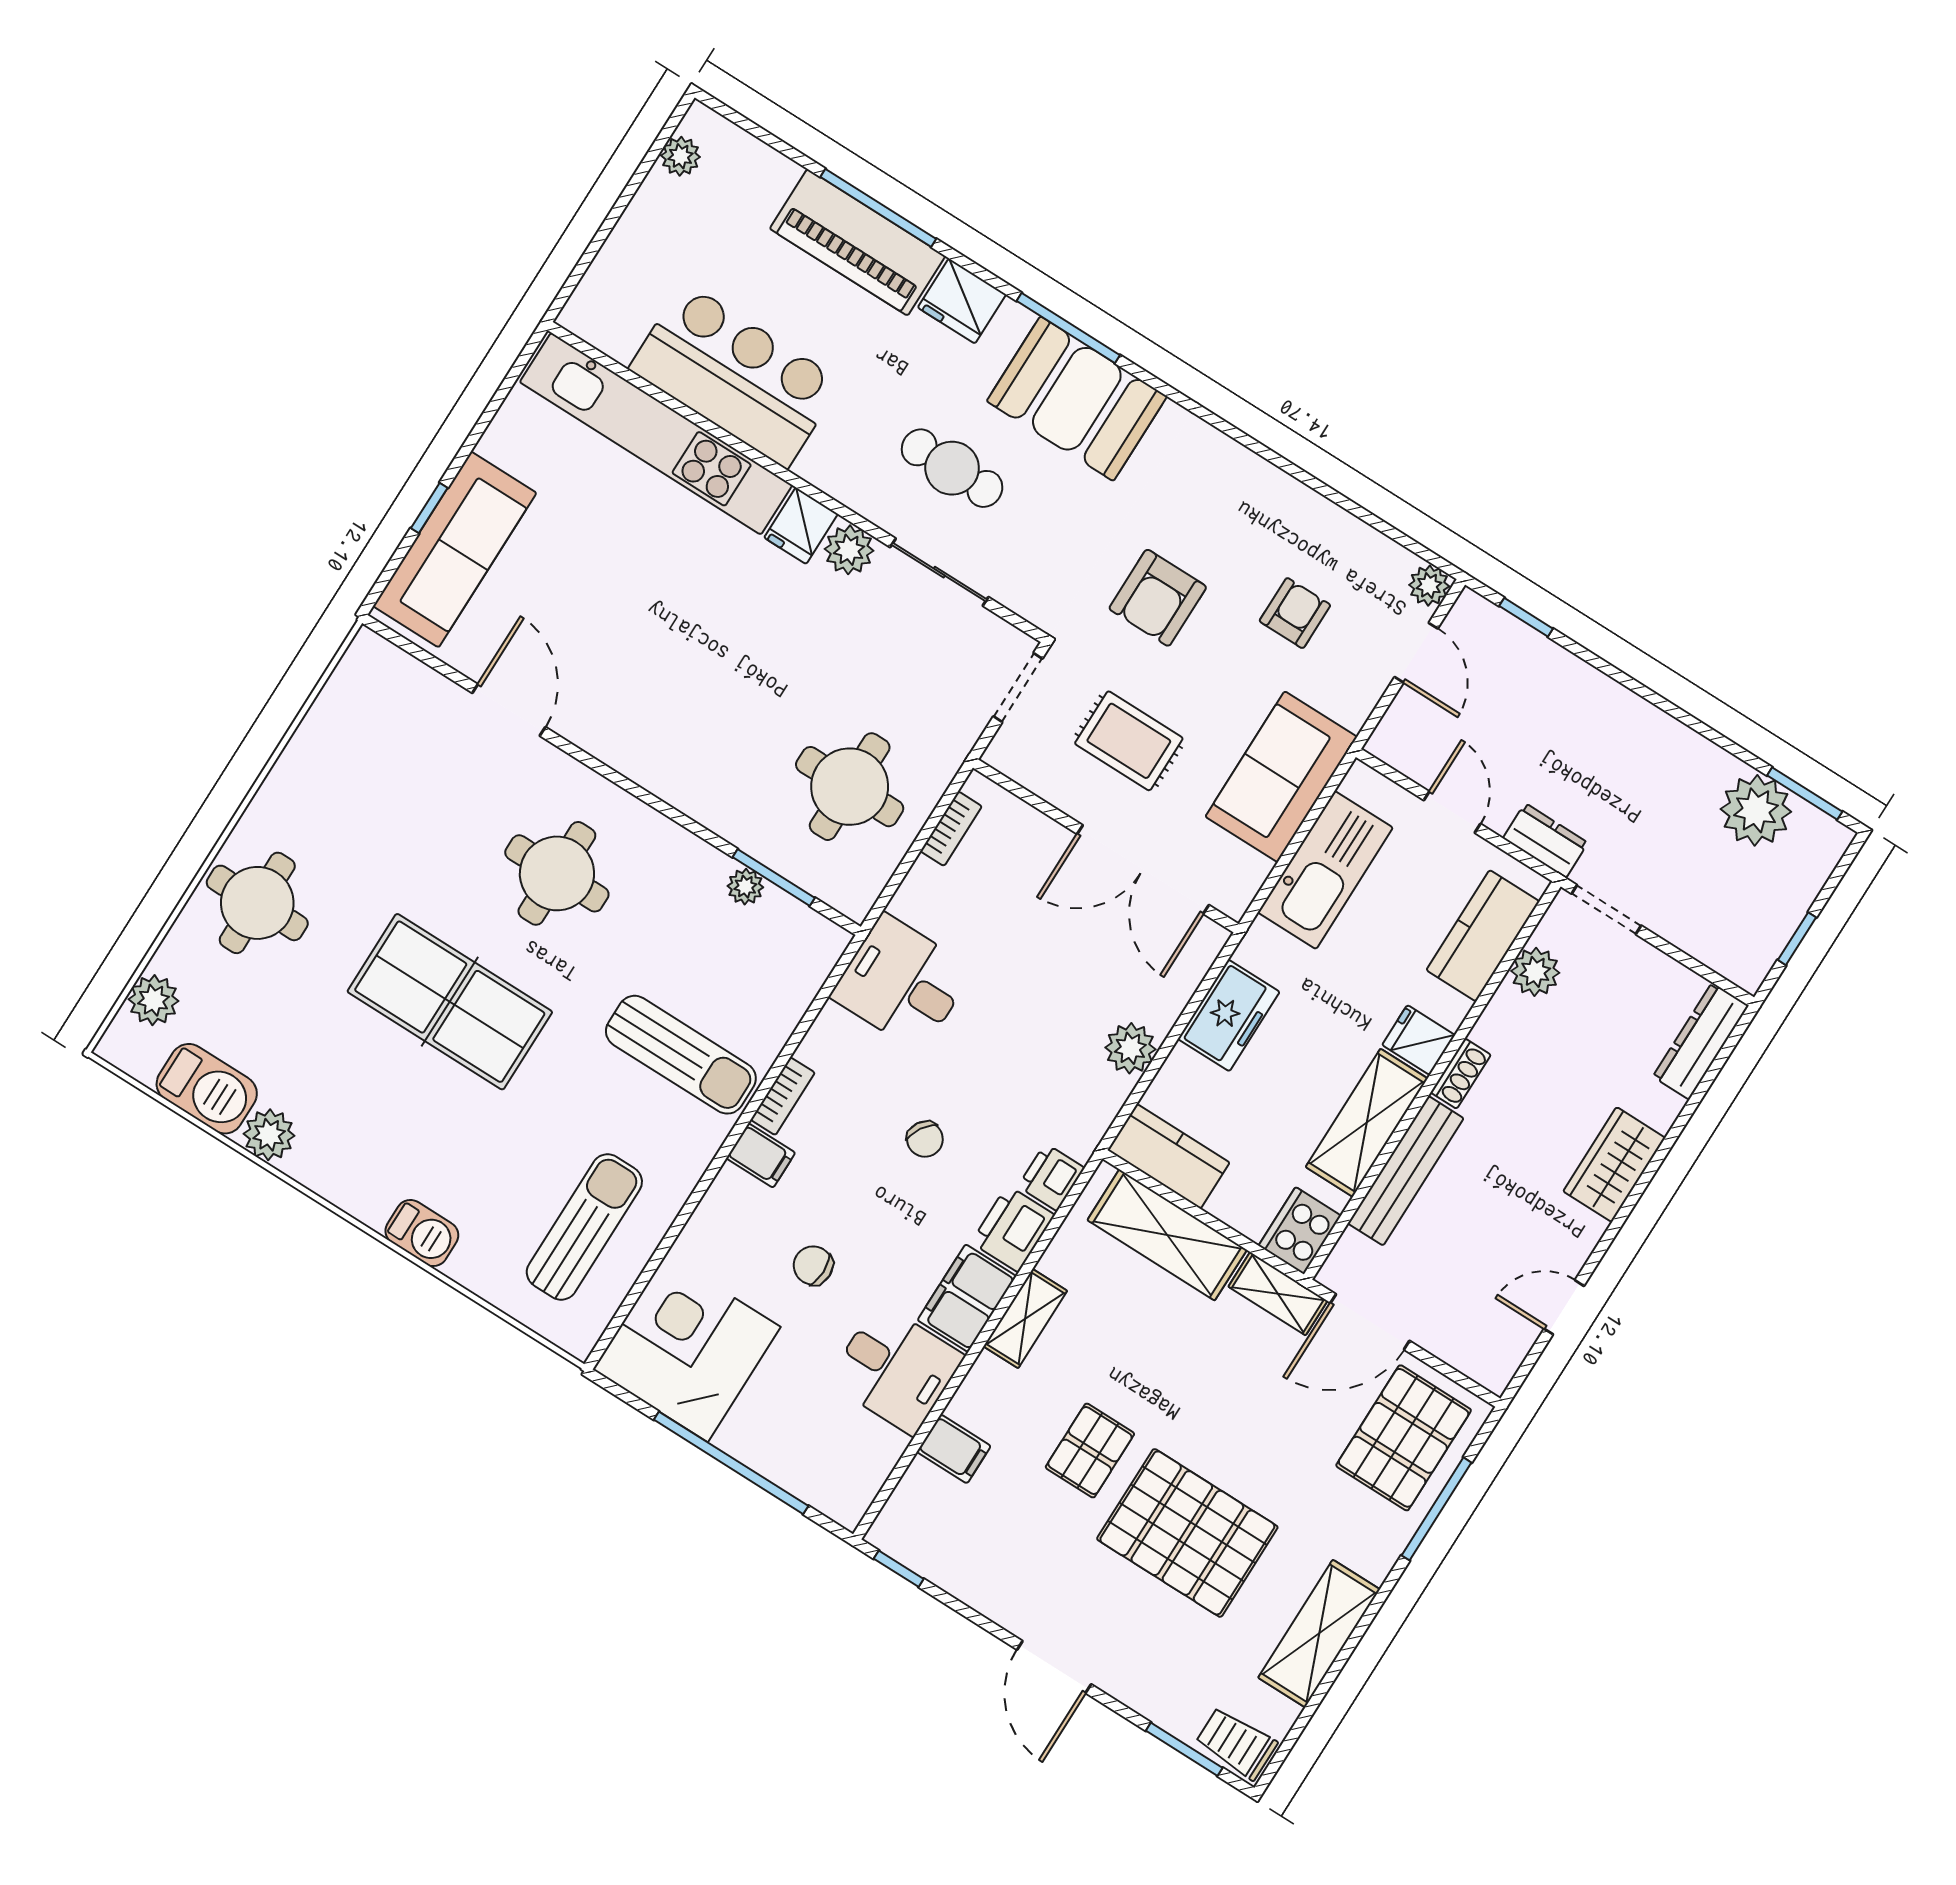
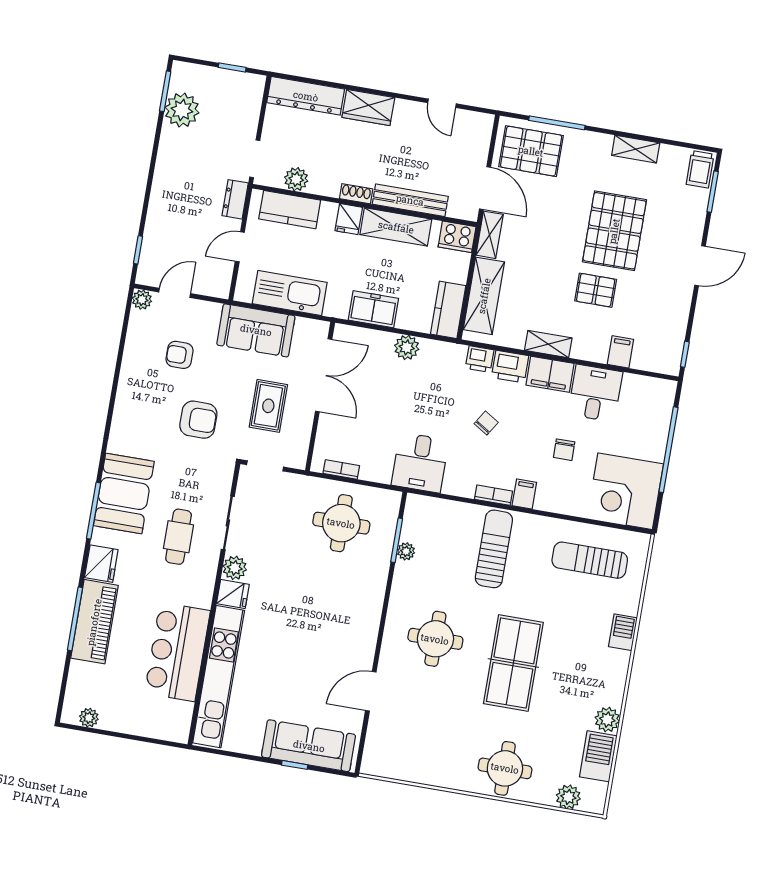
dresser: (1701, 1041) -> (306, 96), width x1.37, depth x1.24
shelving: (1319, 1634) -> (636, 149), width x0.67, depth x0.75

